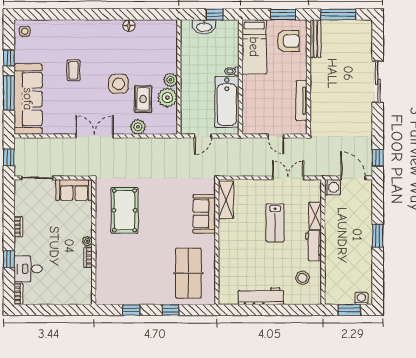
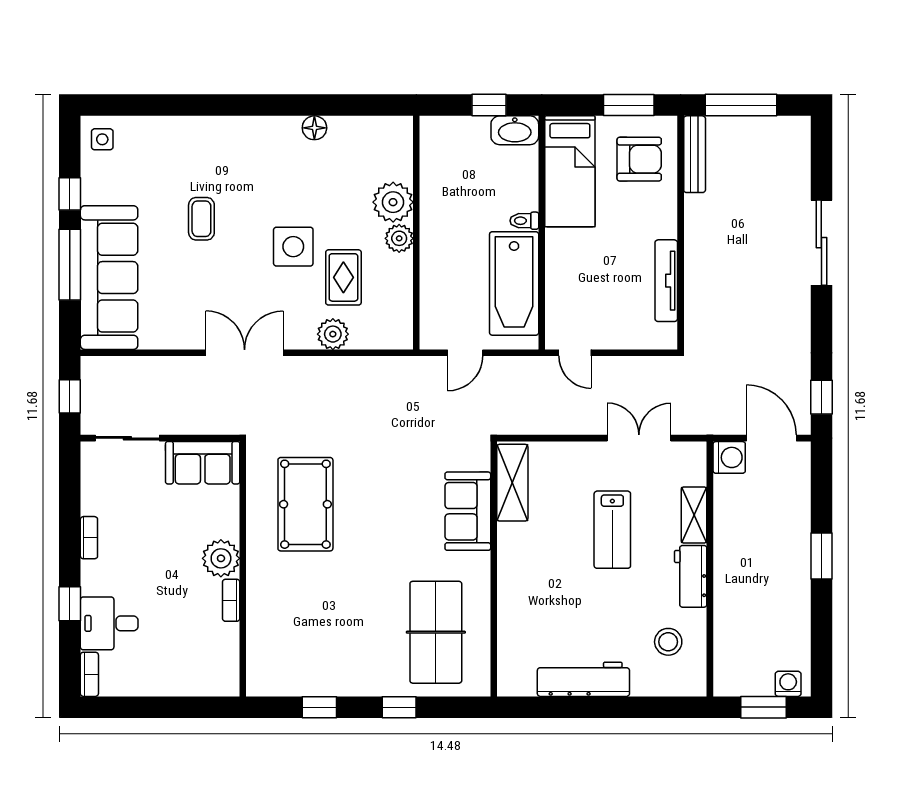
washbasin: (204, 27) -> (515, 130), moved
plant: (167, 98) -> (393, 202), moved
door: (276, 136) -> (575, 353), moved
plant: (87, 241) -> (221, 558), width x1.88, depth x1.88

